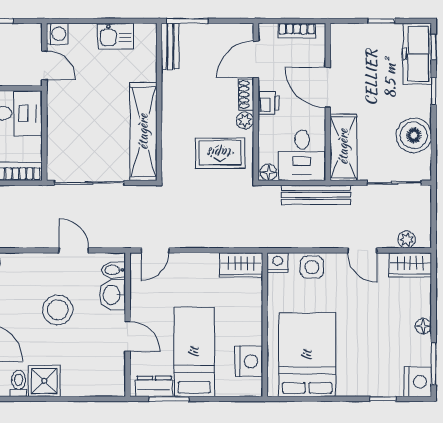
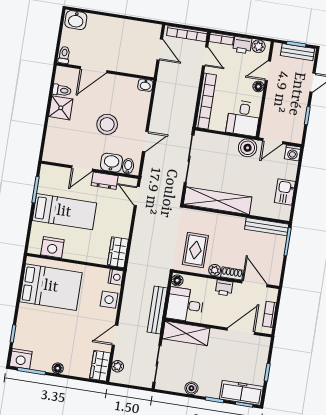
bench: (170, 46) -> (267, 227), width x1.36
door: (328, 87) -> (241, 331), moved
boiler: (60, 101) -> (248, 148), added
boiler: (414, 135) -> (191, 388), width x0.54, depth x0.54
dresser: (154, 386) -> (105, 181), moved, turned 90

